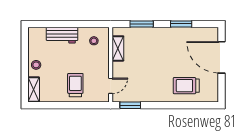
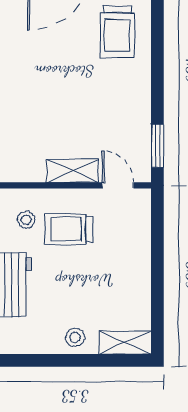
shelving: (118, 48) -> (73, 171), moved
trolley: (75, 85) -> (69, 229), moved

